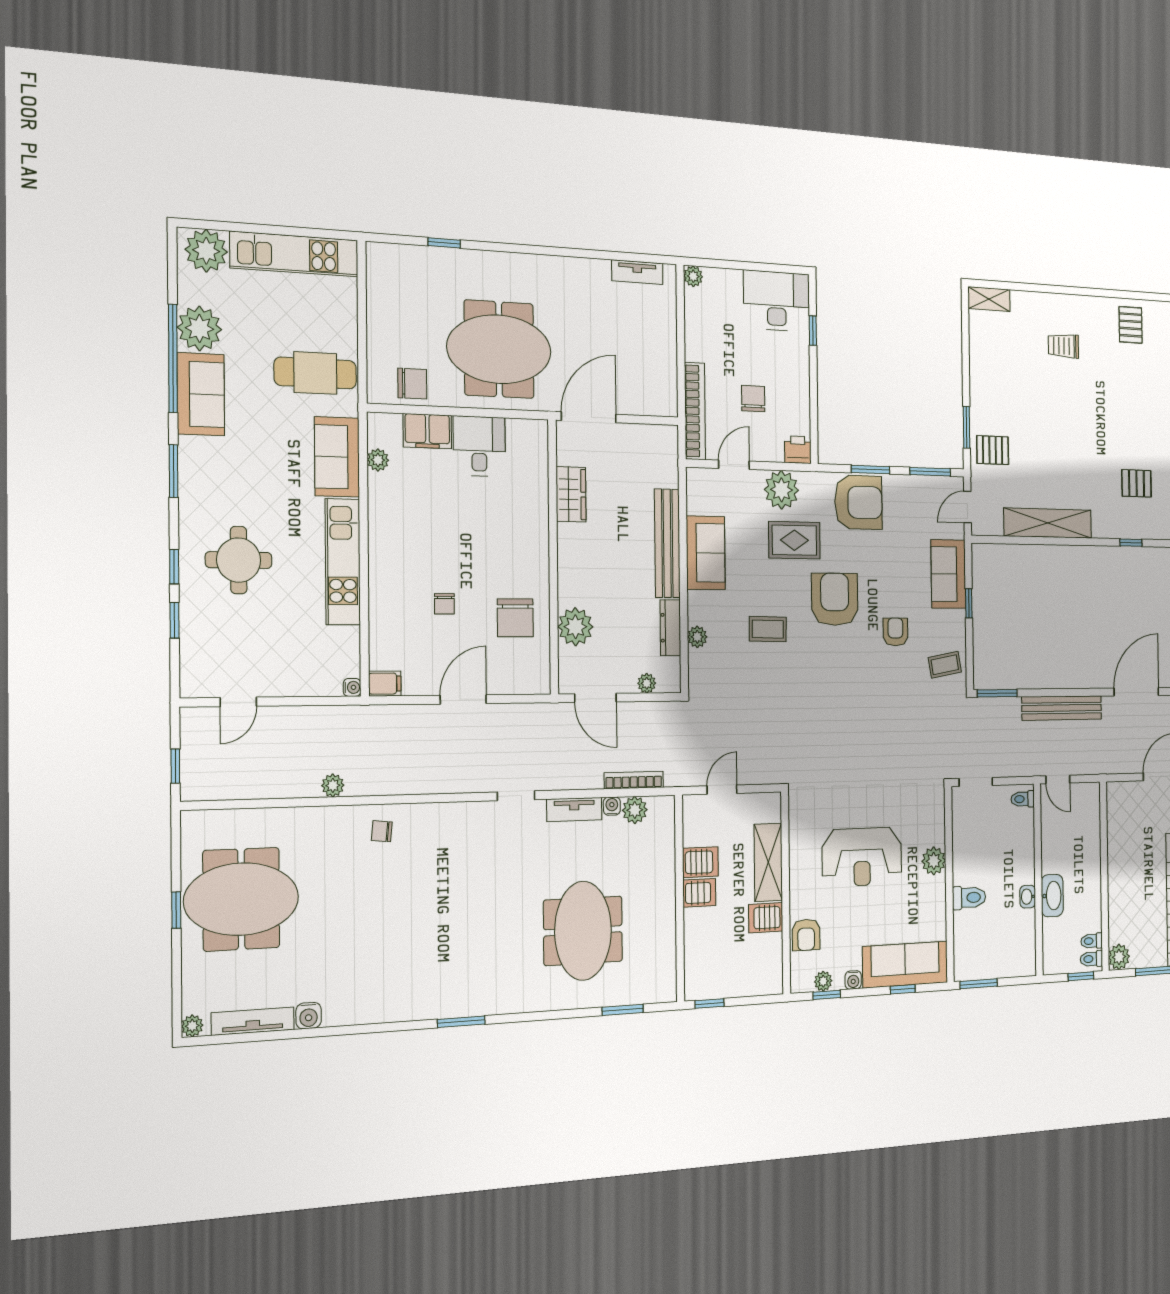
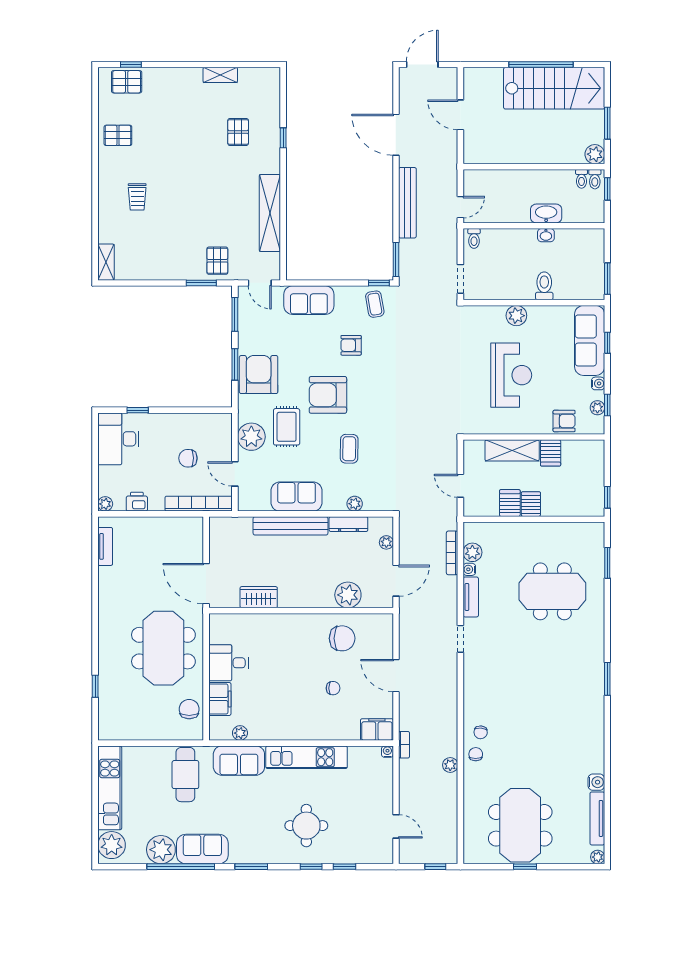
printer: (798, 450) -> (137, 502), moved, turned 90
window: (969, 603) -> (379, 283), moved
filing cabinet: (385, 684) -> (377, 730), width x2.00
bookcase: (363, 713) -> (404, 745), added
chair: (349, 825) -> (476, 754), added

